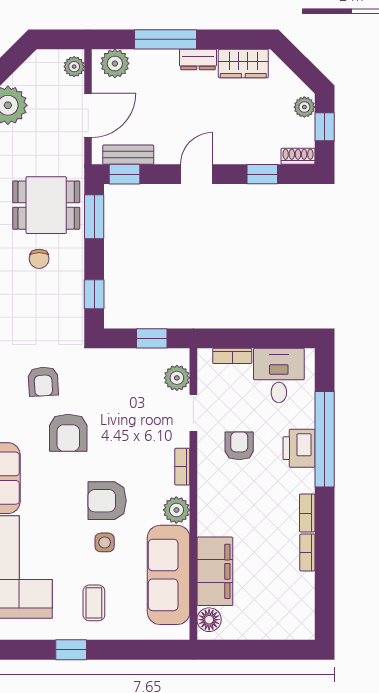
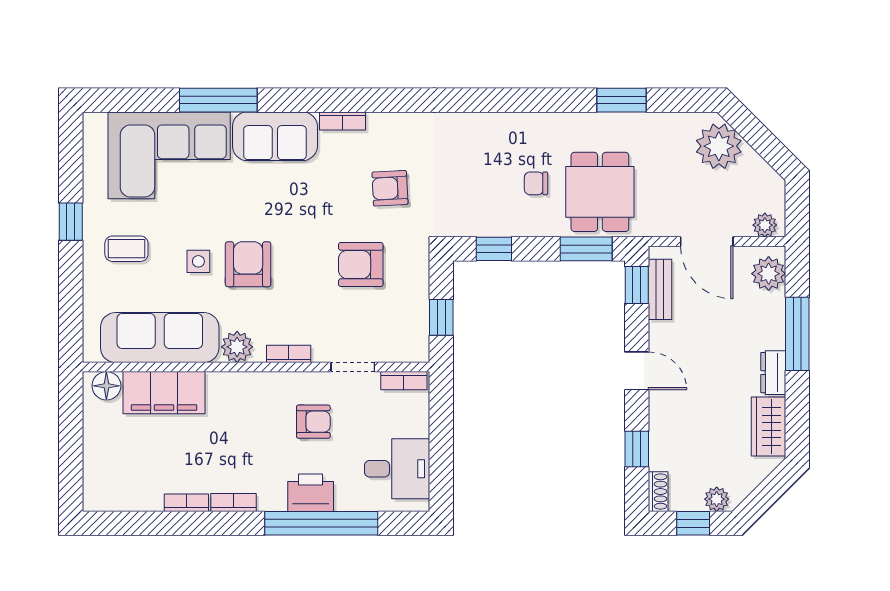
bookcase: (232, 356) -> (404, 381), moved, turned -90
plant: (177, 378) -> (394, 347), removed
armchair: (68, 433) -> (361, 265), moved

